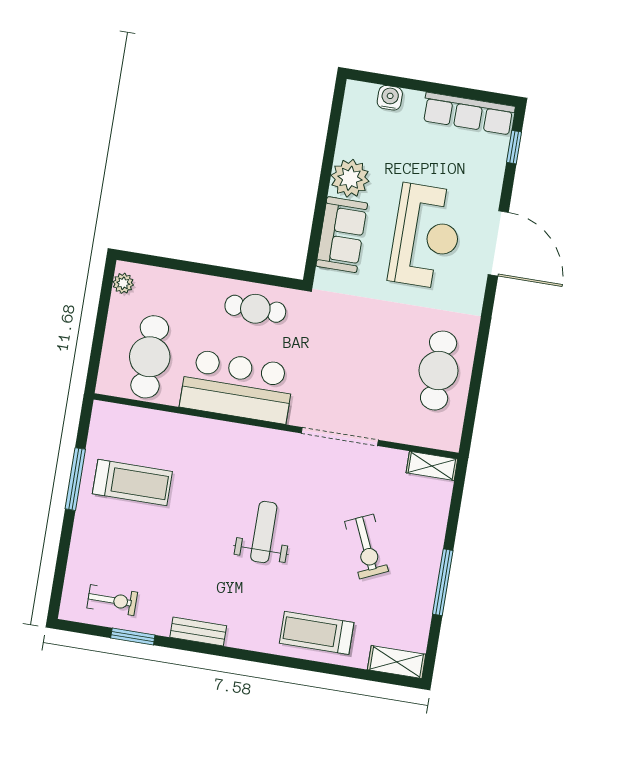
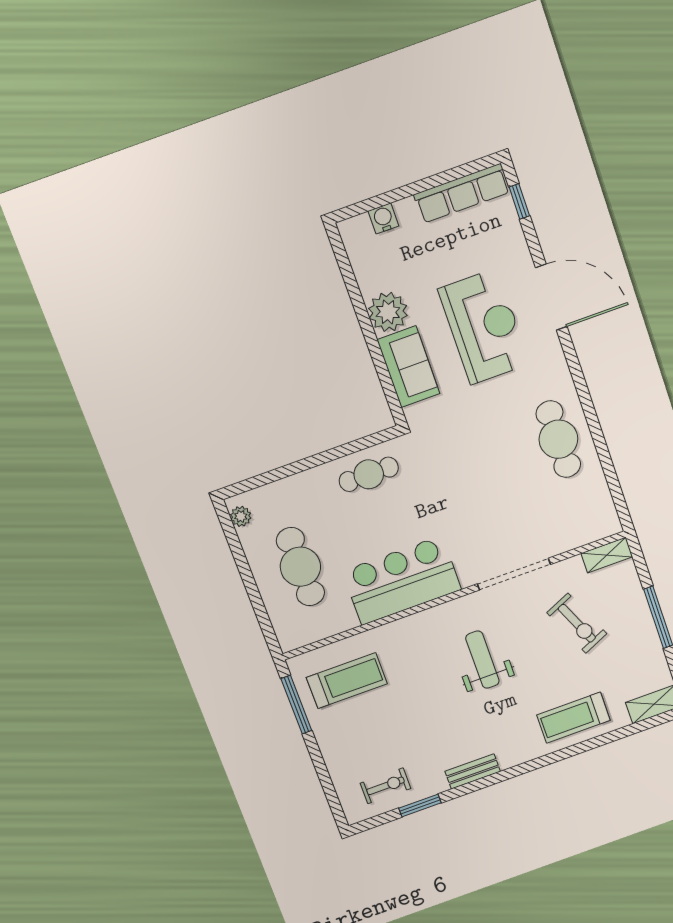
bar counter: (237, 386) -> (402, 580), moved
wall: (276, 426) -> (454, 596), moved
doorway: (340, 437) -> (514, 574), moved
shelving: (432, 466) -> (607, 555), moved

